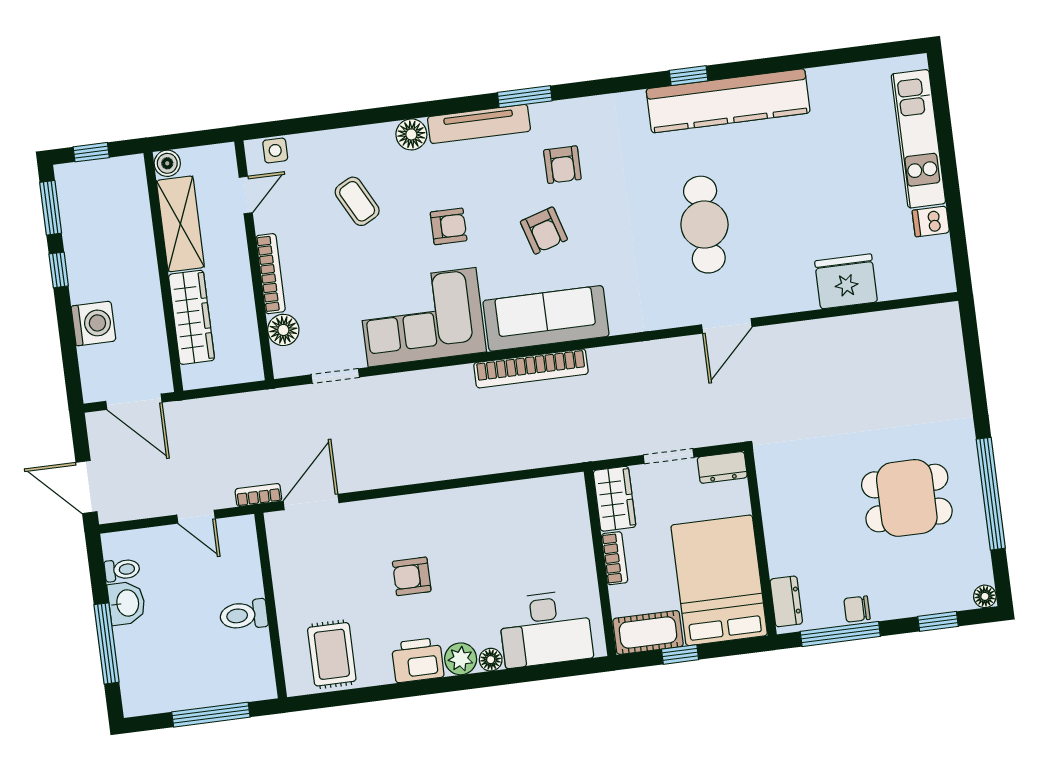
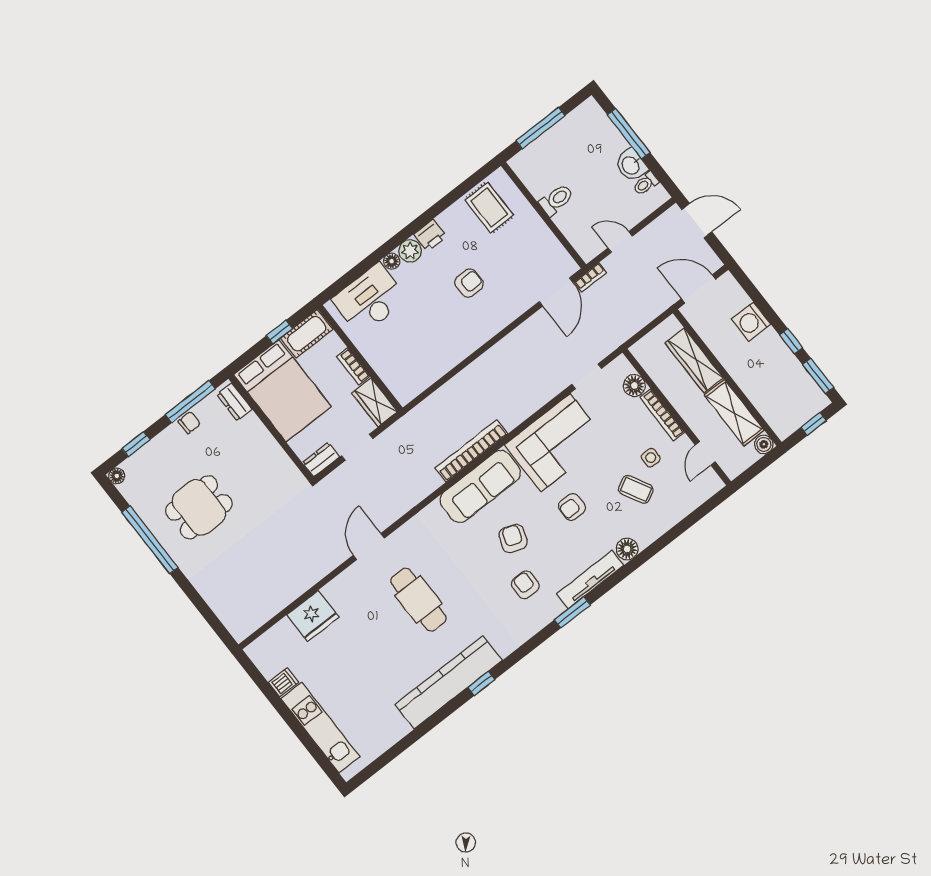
side table: (275, 150) -> (651, 458), moved
armchair: (544, 231) -> (513, 539), turned 37
printer: (418, 660) -> (430, 235), width x0.73, depth x0.81

